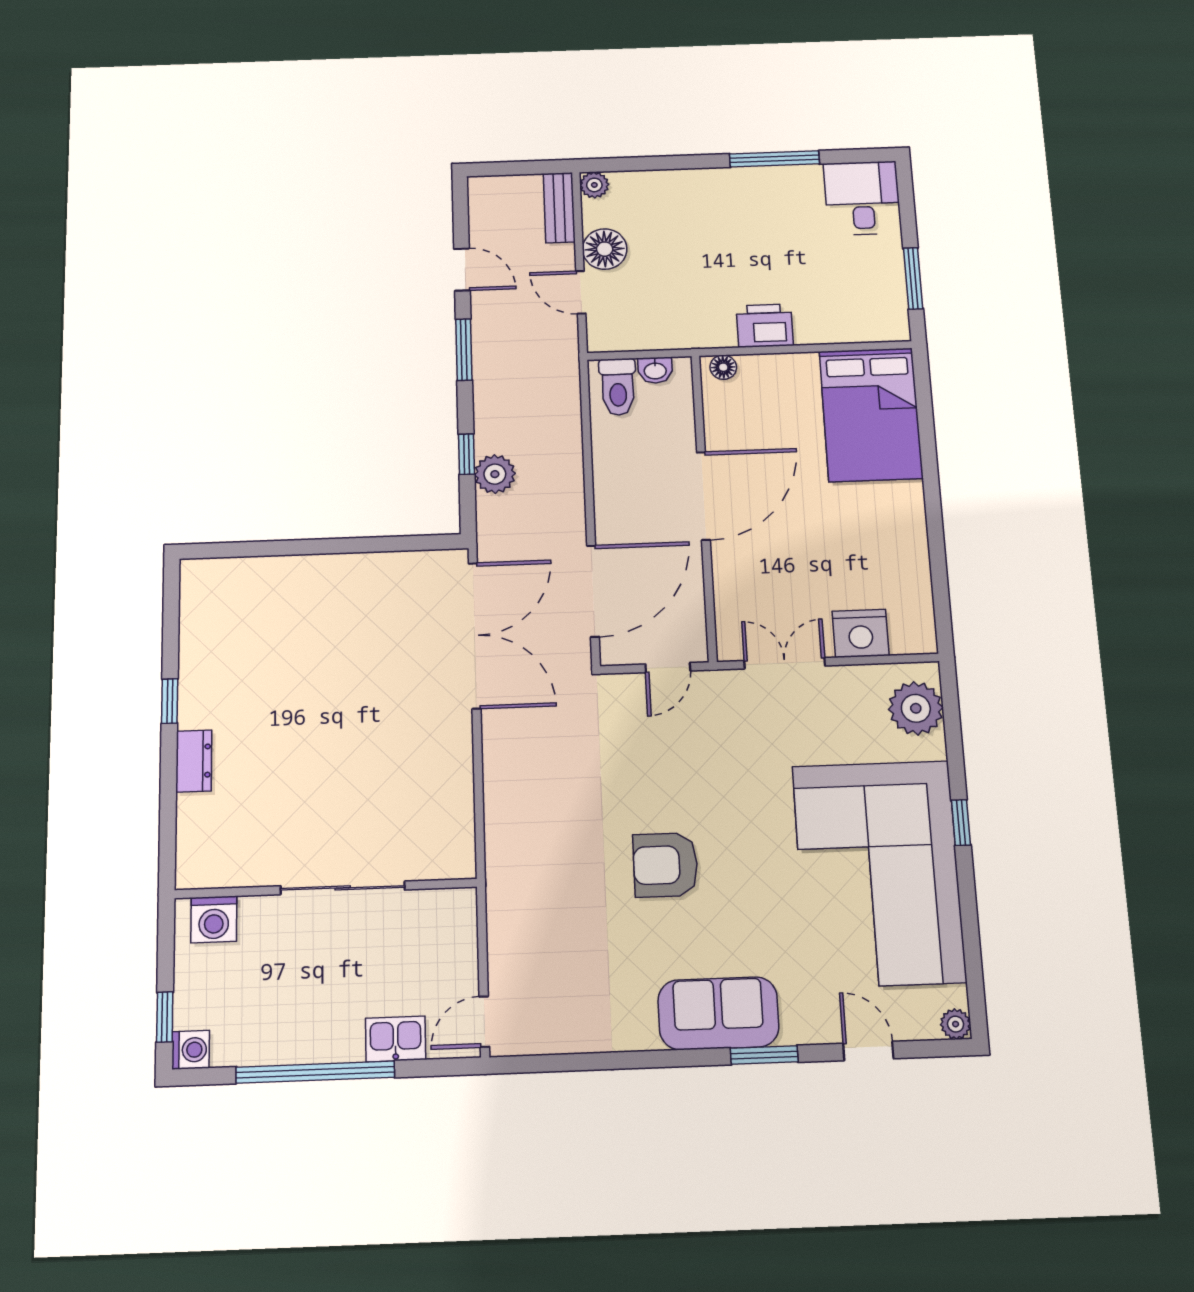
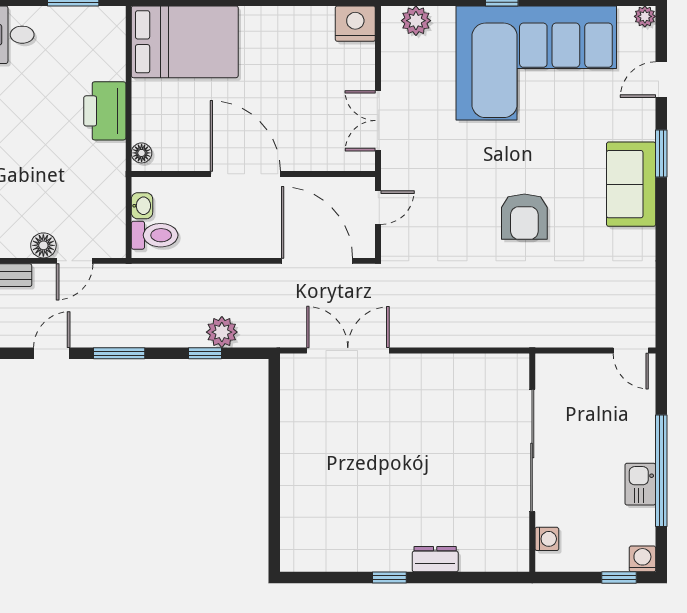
floor lamp: (605, 249) -> (43, 245), width x0.73, depth x0.73
printer: (765, 326) -> (105, 111), width x1.37, depth x1.19
nightstand: (861, 633) -> (355, 24), moved, turned -90
double door: (475, 635) -> (348, 351), width x0.73
door: (668, 668) -> (378, 208), hinge flipped
plant: (916, 708) -> (416, 21), width x0.73, depth x0.73
sliding door: (343, 888) -> (532, 450), width x1.36
washing machine: (214, 919) -> (547, 539), width x0.73, depth x0.73
kitchen sink: (396, 1039) -> (640, 484), moved

